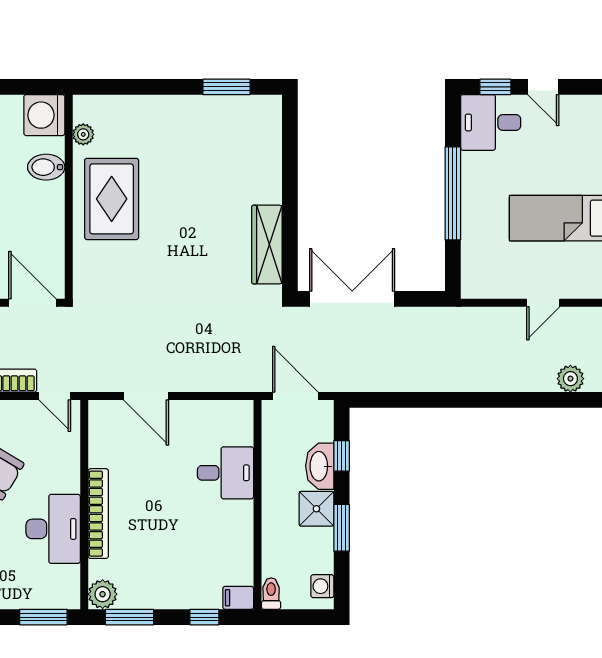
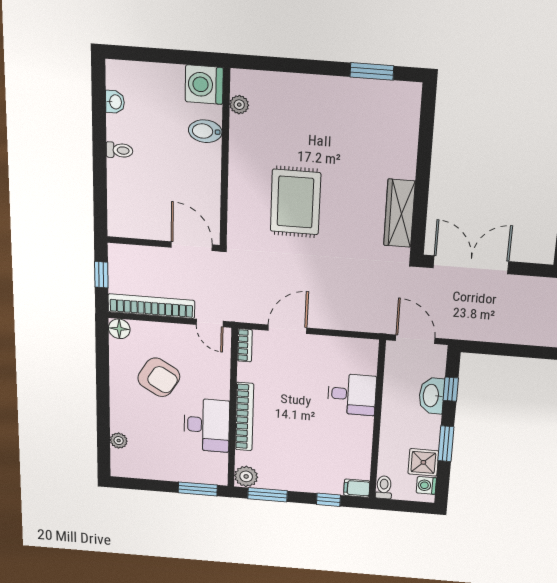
rug: (112, 199) -> (295, 202), moved
door: (146, 396) -> (287, 329), swing flipped
bookcase: (96, 421) -> (245, 345), added
shower: (316, 509) -> (423, 462), moved

